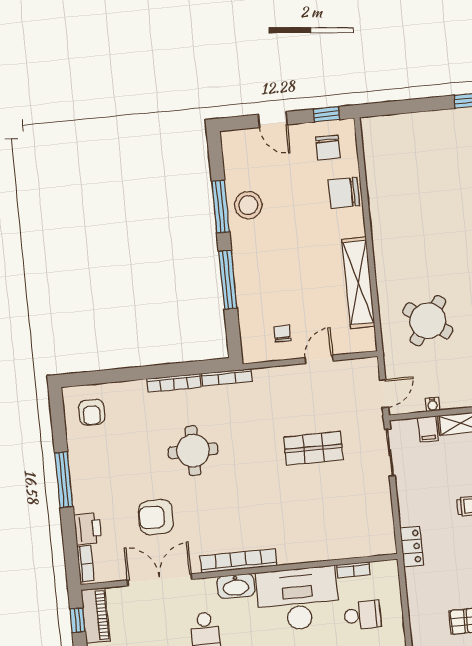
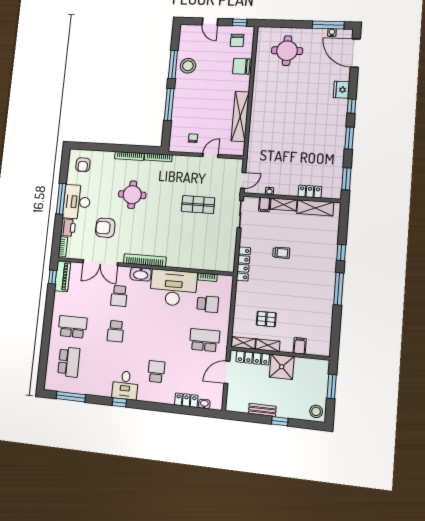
round table: (428, 321) -> (287, 51), moved, turned -36
desk: (94, 480) -> (77, 202), added
locker: (412, 547) -> (243, 264), width x1.53
double door: (160, 580) -> (100, 263), swing flipped

